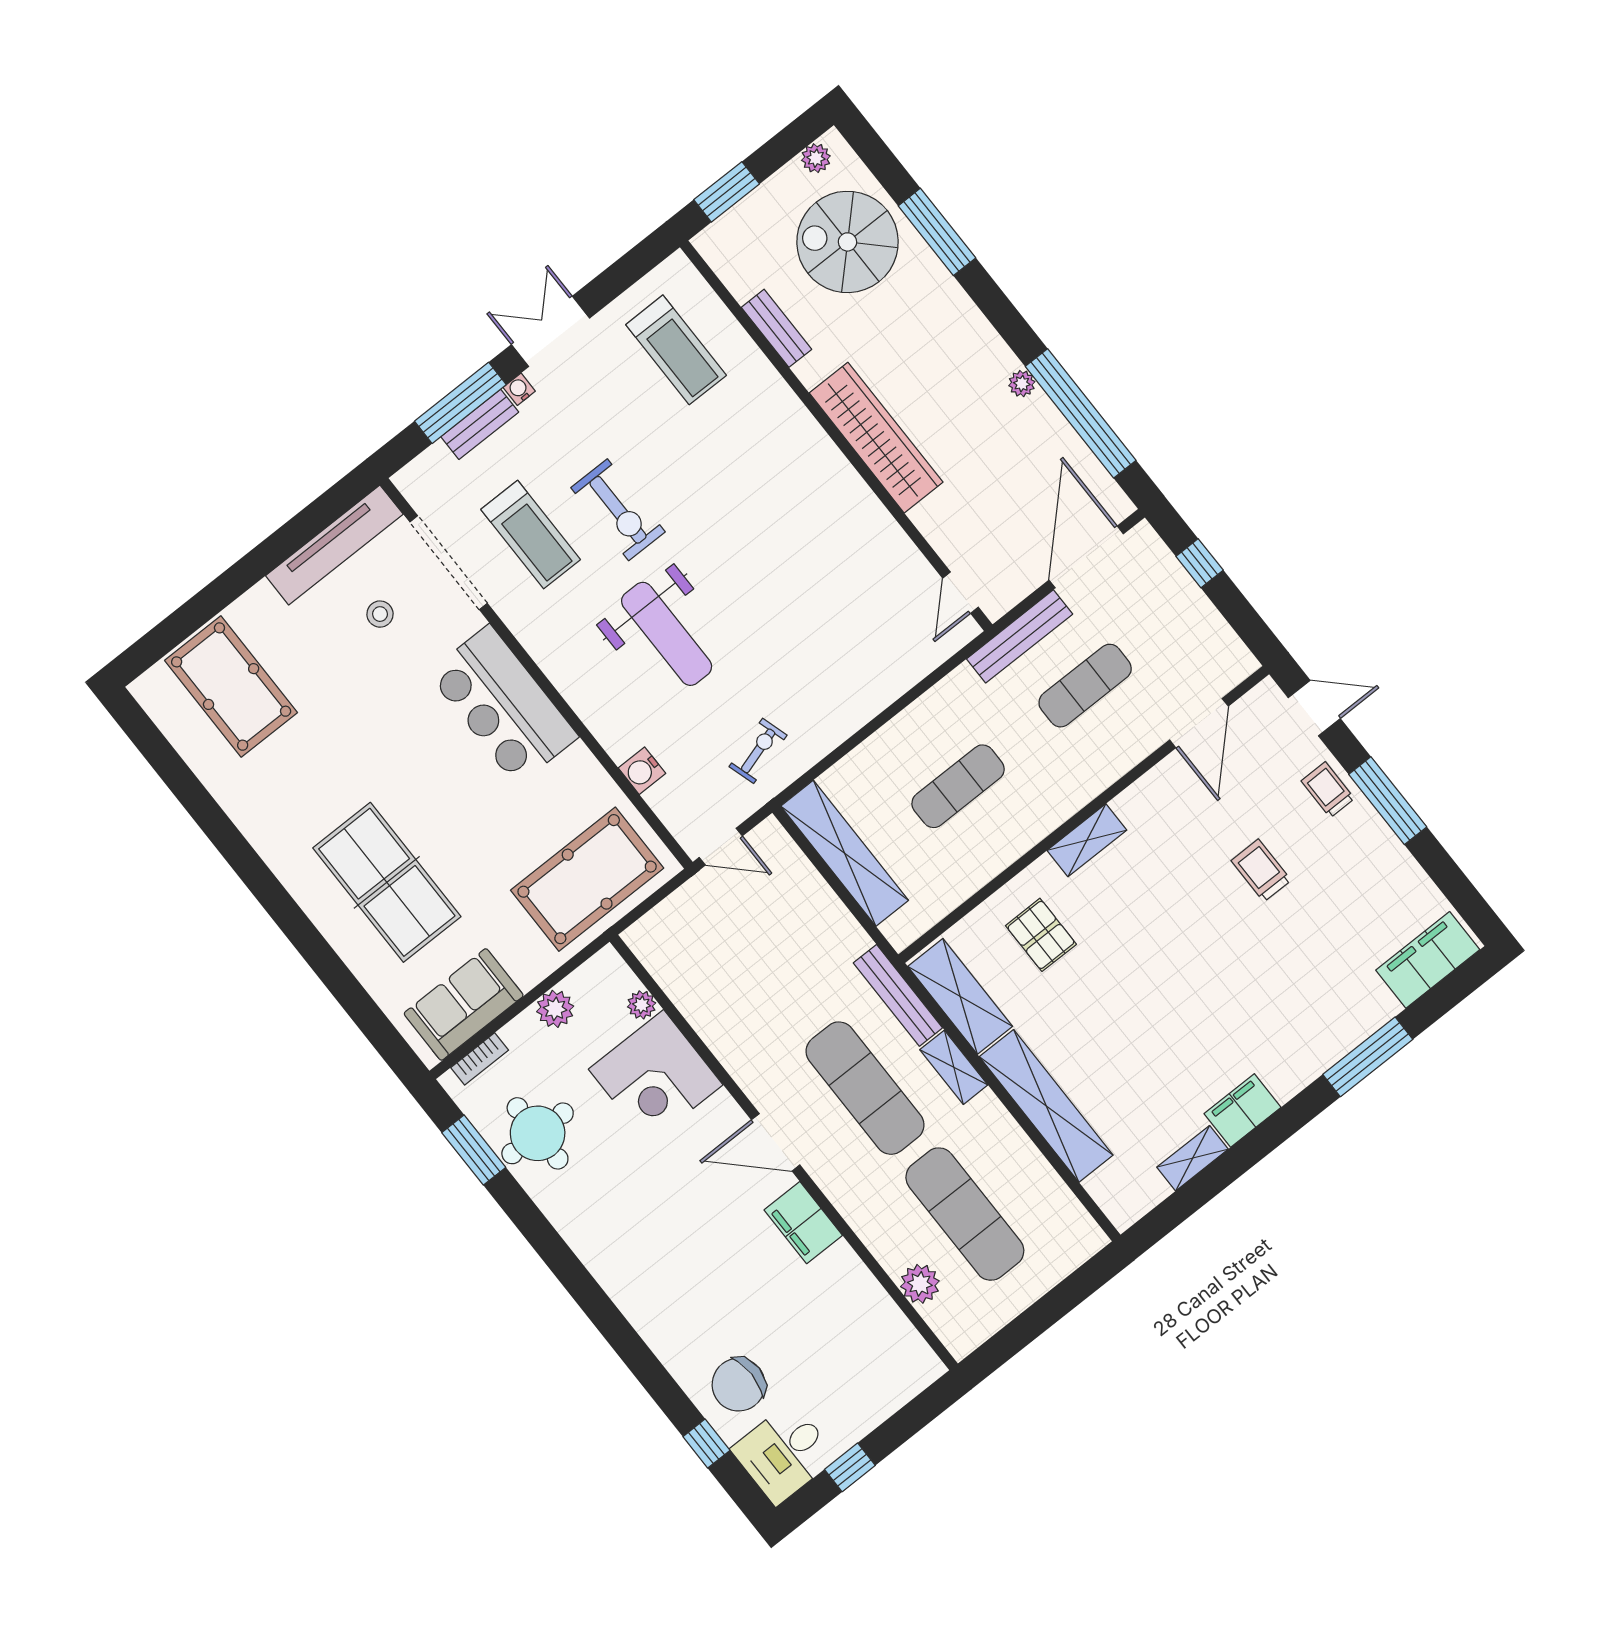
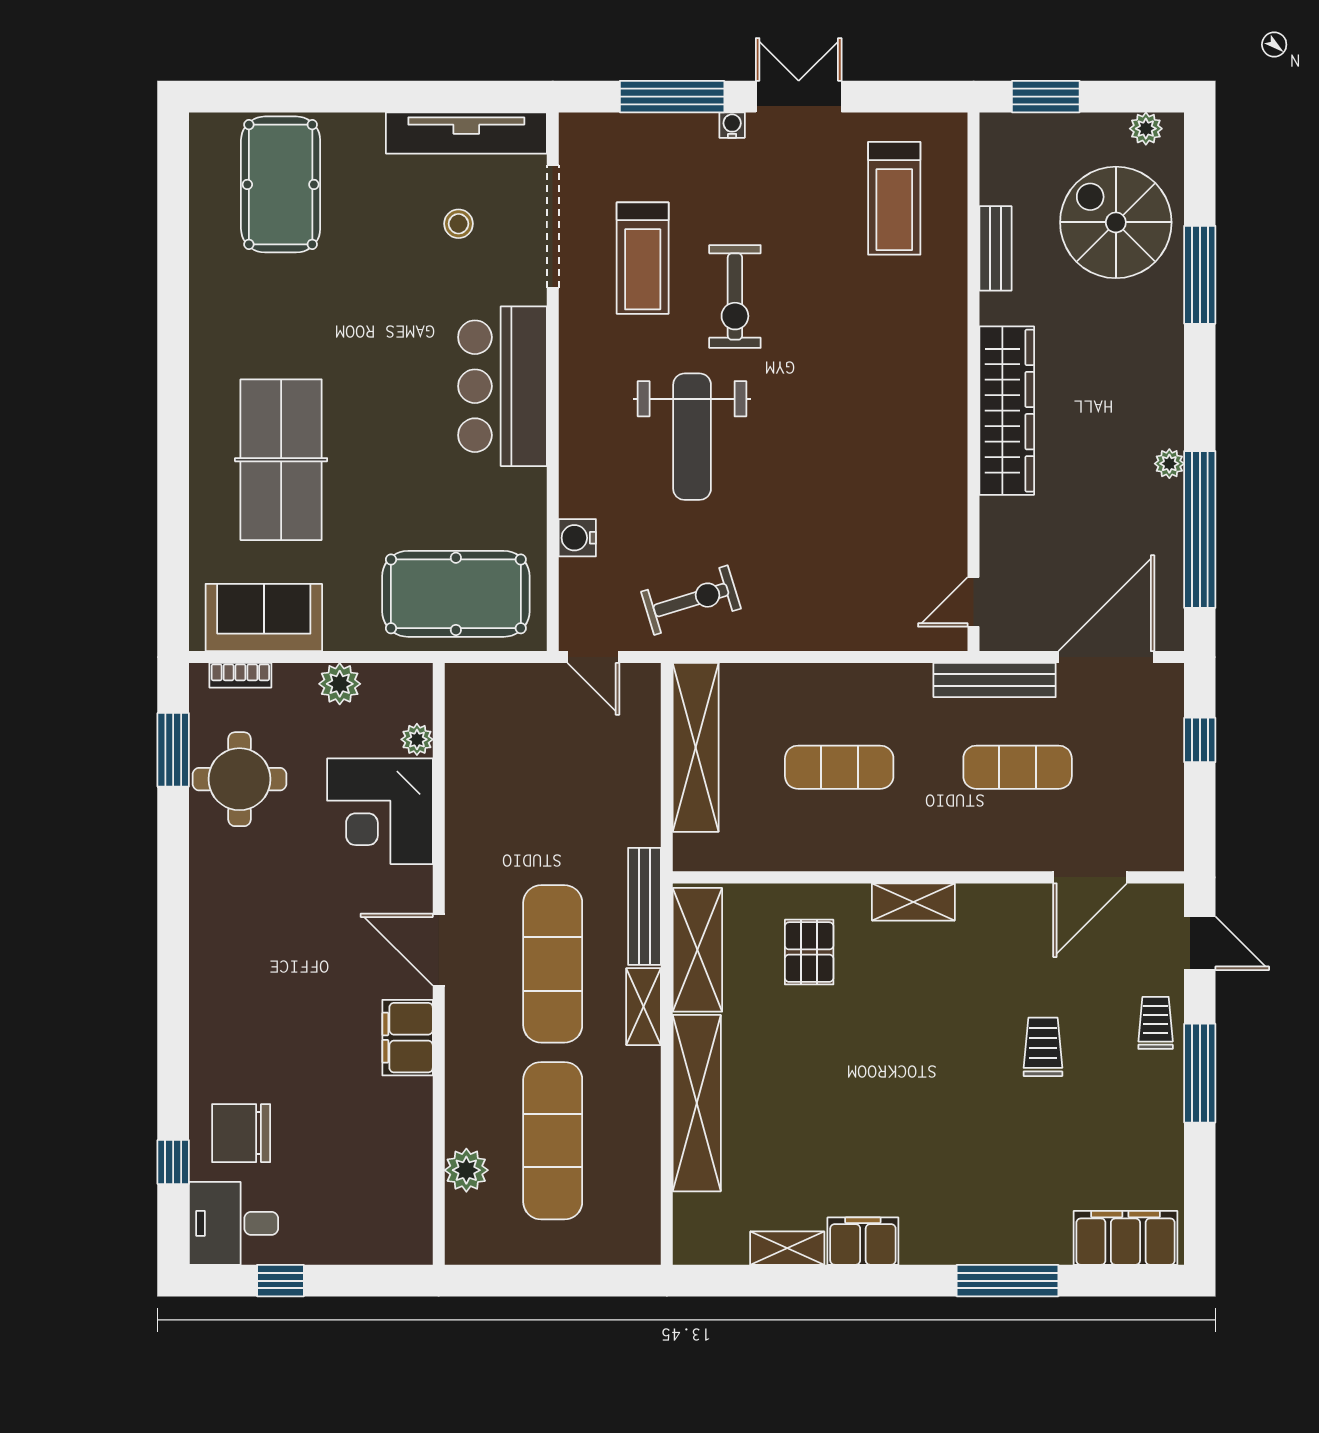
bench: (480, 424) -> (674, 128), removed
exercise bike: (758, 751) -> (691, 600), width x1.38, depth x1.39

